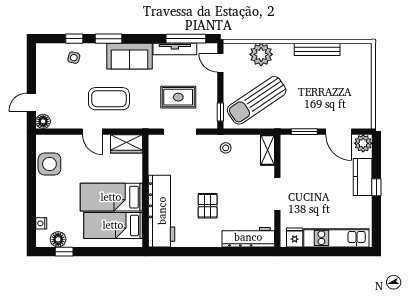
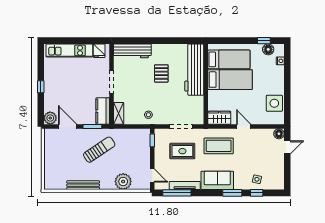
coffee table: (109, 99) -> (219, 146), moved
sun lounger: (257, 100) -> (99, 150), moved, width x0.73, depth x0.75
kitchen counter: (363, 177) -> (103, 111), moved, turned 180

